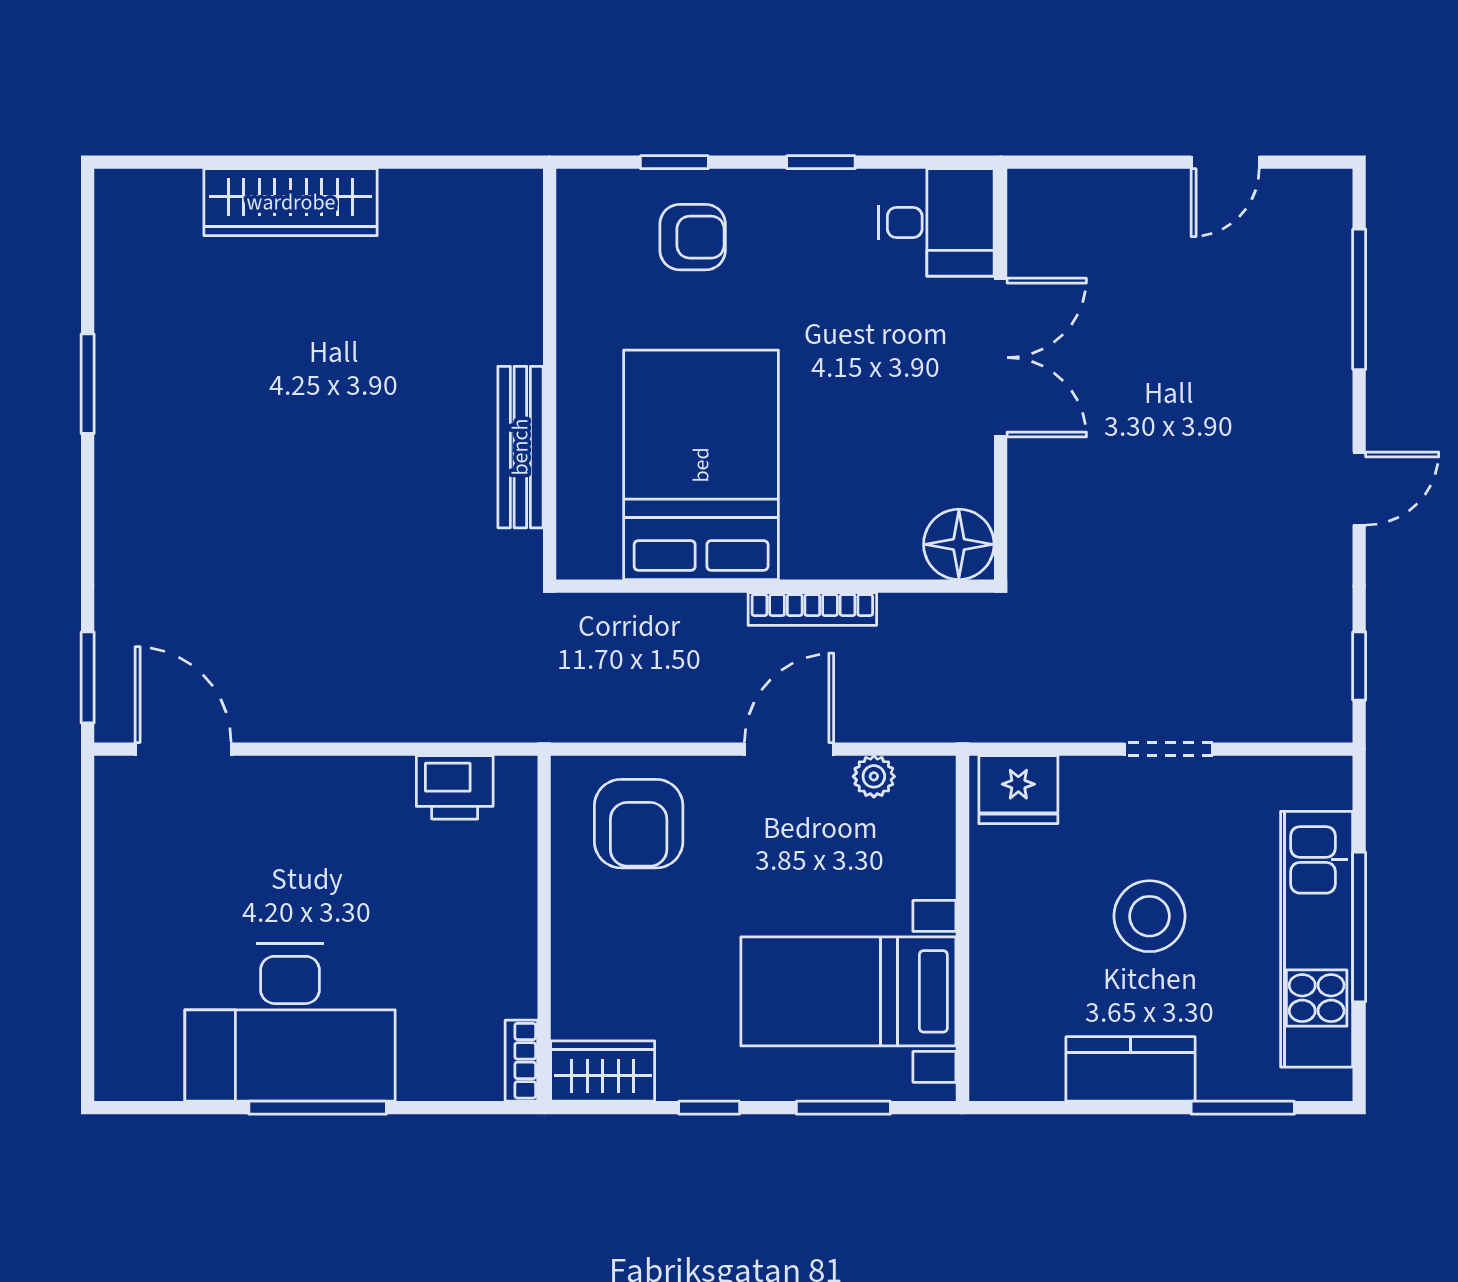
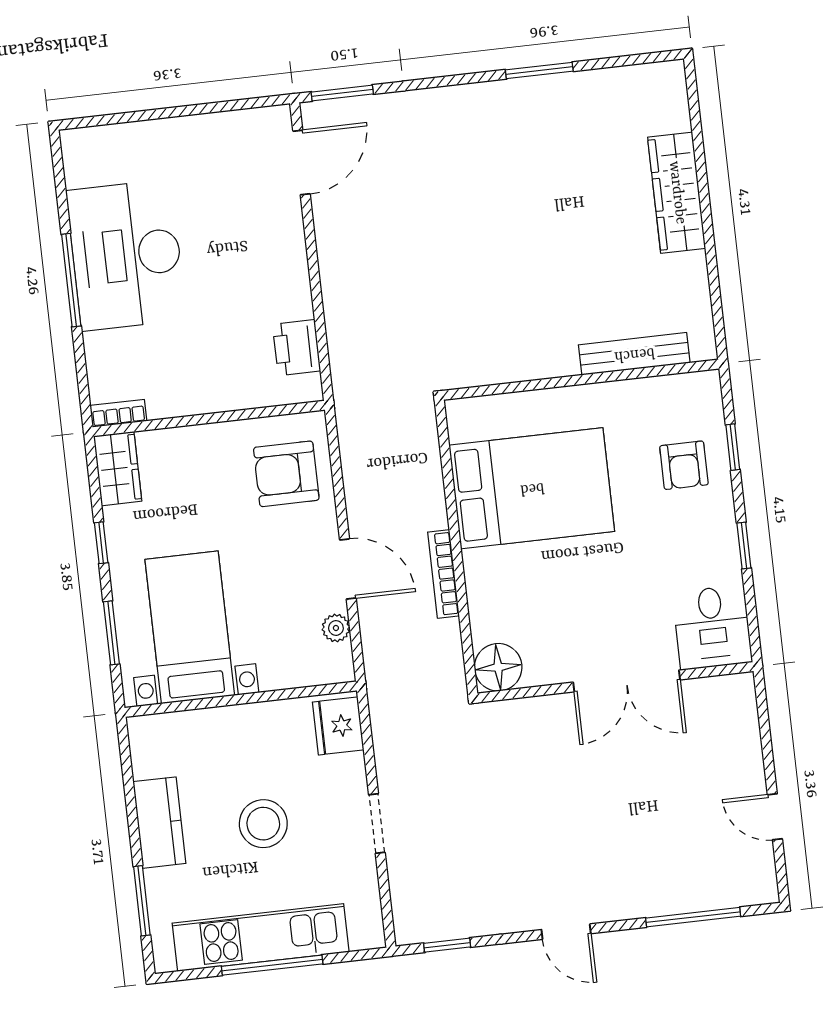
bench: (520, 447) -> (634, 354), moved

